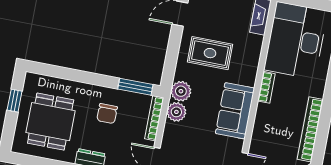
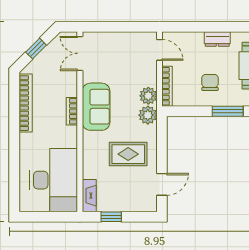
window: (135, 87) -> (228, 111), moved
bookcase: (266, 87) -> (72, 111), moved

